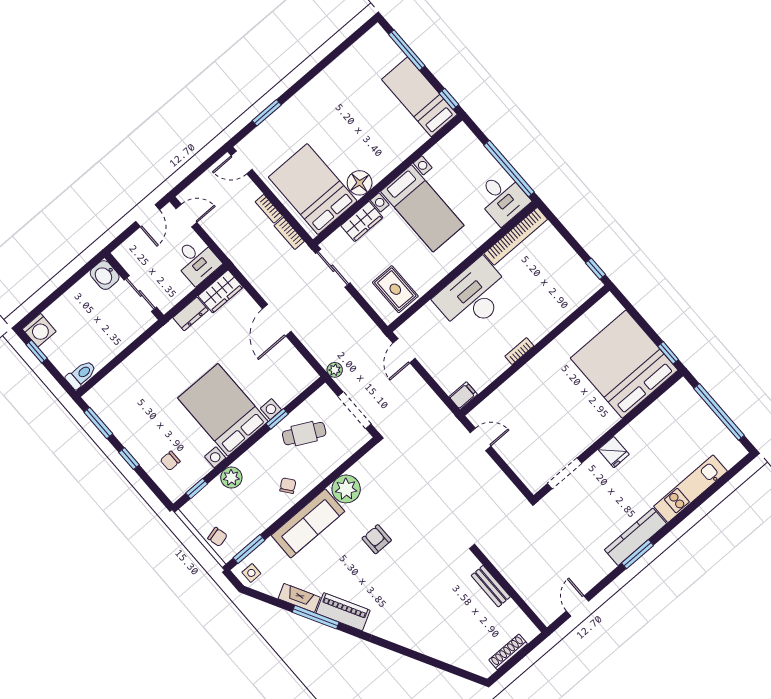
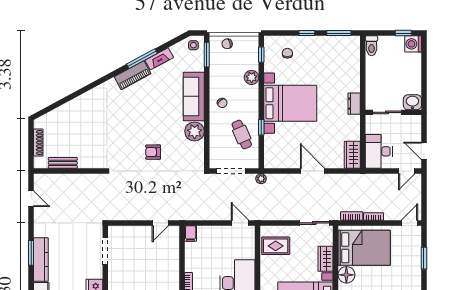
desk: (197, 261) -> (379, 151), width x1.37
dresser: (191, 314) -> (354, 104), moved
cafe table: (304, 434) -> (242, 135), turned -51
armchair: (377, 539) -> (153, 152), moved, turned 180
bench: (491, 586) -> (63, 163), moved

